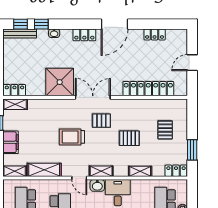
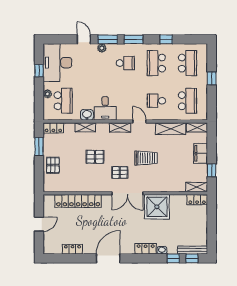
locker: (84, 35) -> (146, 249), moved
pallet: (165, 130) -> (53, 165), moved
washbasin: (97, 185) -> (87, 115), moved

